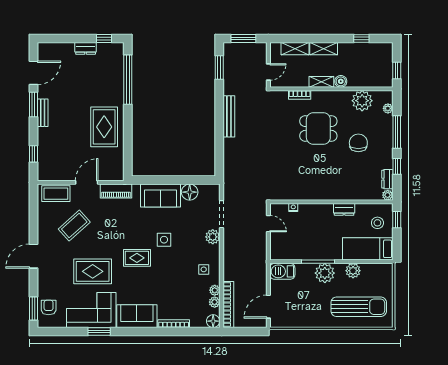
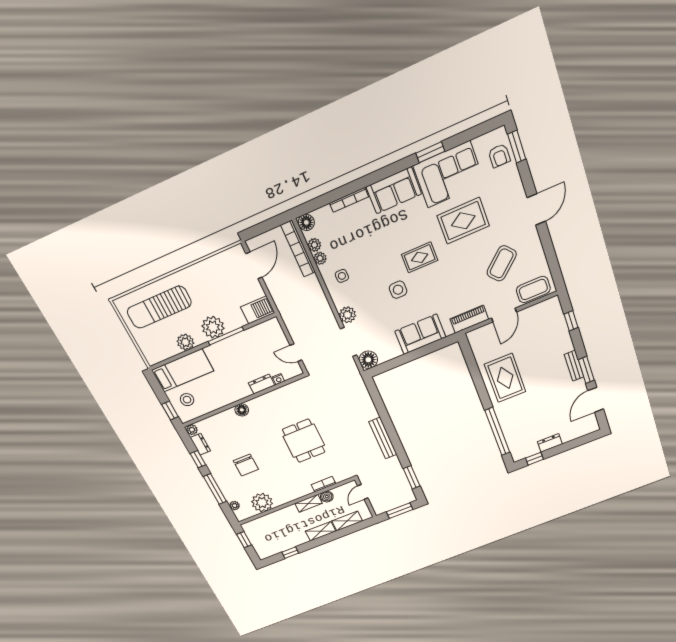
boiler: (341, 81) -> (327, 497), moved
dining table: (318, 128) -> (304, 441), moved, turned 90
floor lamp: (190, 192) -> (368, 360), moved
floor lamp: (337, 194) -> (242, 410), added
dresser: (344, 209) -> (262, 384), moved

